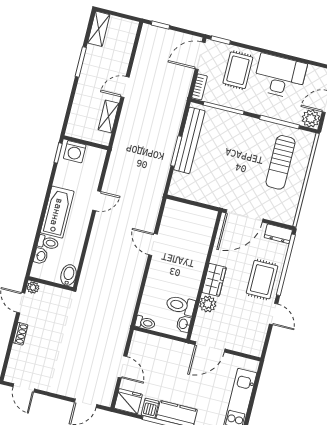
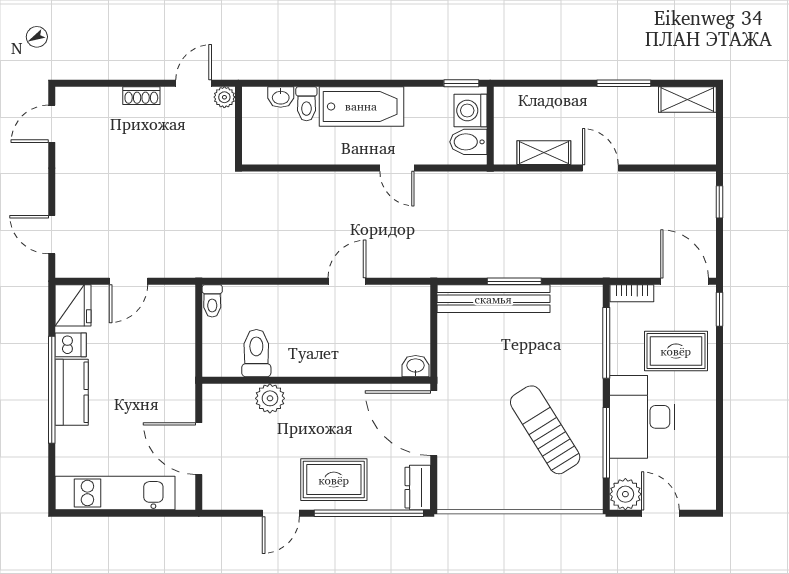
desk: (280, 76) -> (642, 417), moved, turned 180
bench: (189, 140) -> (493, 299), moved
sun lounger: (281, 162) -> (545, 430), moved, turned 58
bidet: (69, 275) -> (468, 142), moved, turned 180
wardrobe: (214, 280) -> (313, 399), removed
washbasin: (184, 324) -> (416, 366), moved
door: (210, 347) -> (199, 449), moved

